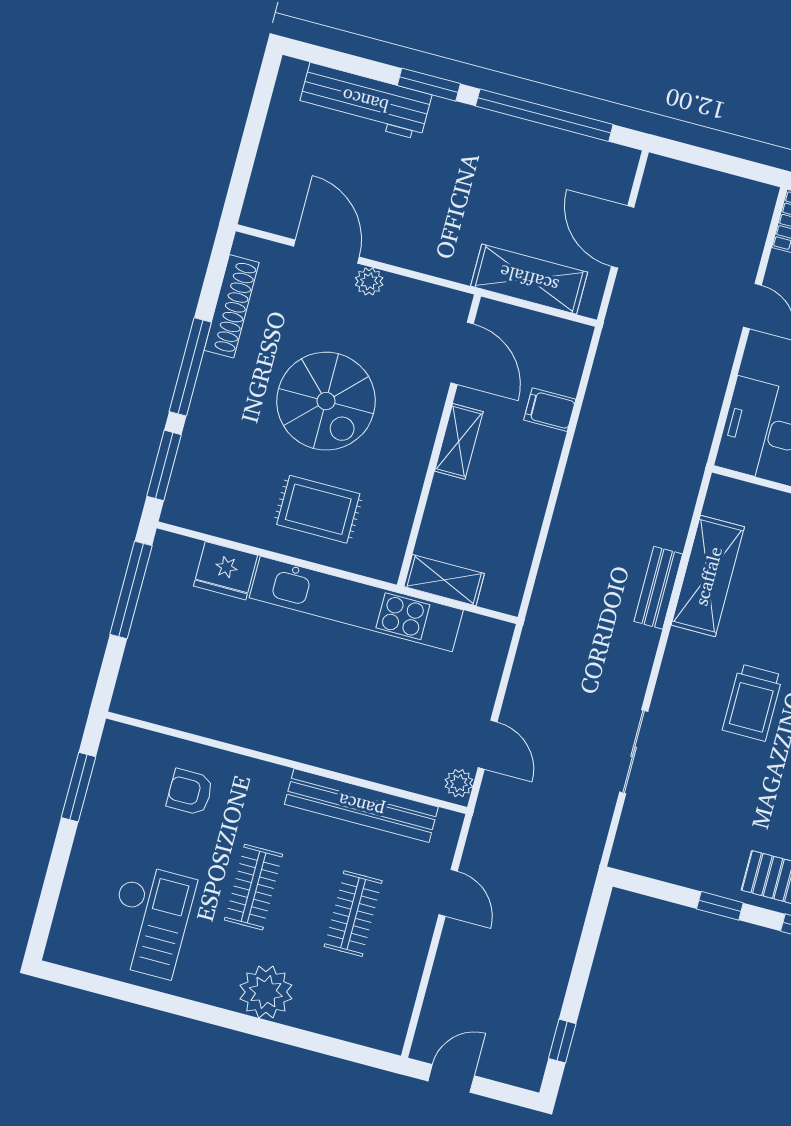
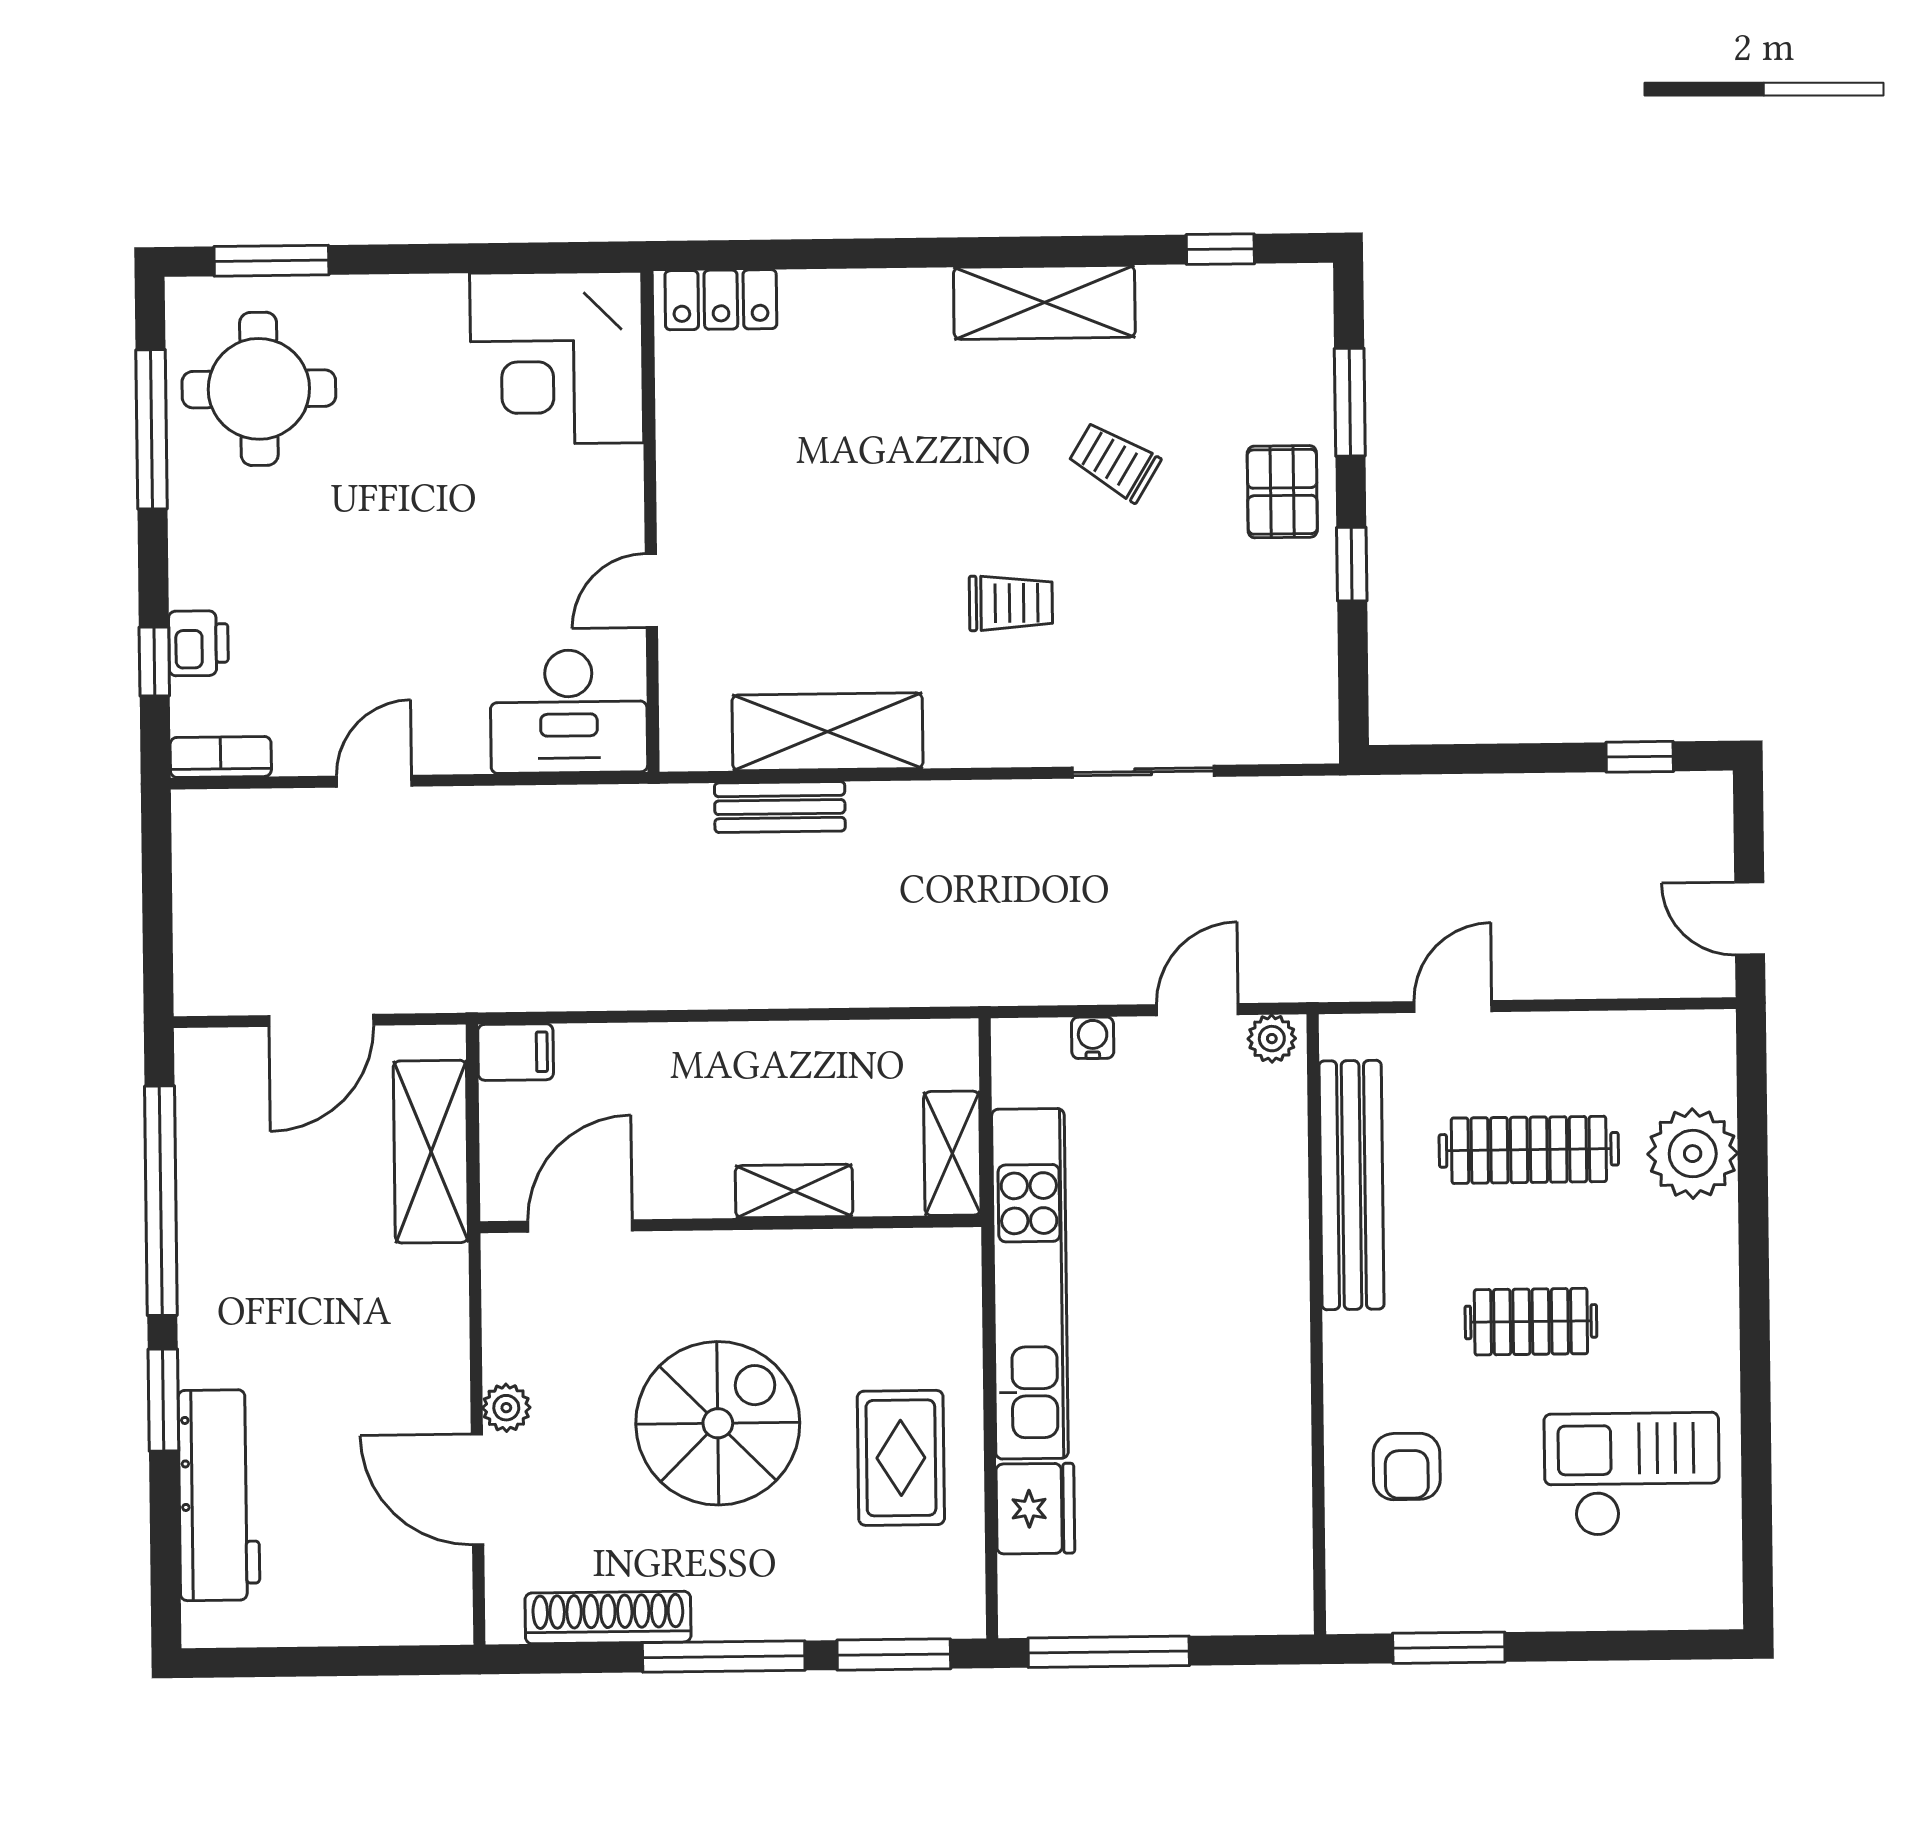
door: (327, 252) -> (477, 1489), hinge flipped
filing cabinet: (550, 410) -> (516, 1052), moved, turned -90
shelving: (459, 441) -> (794, 1191), moved
rug: (318, 509) -> (901, 1458), moved
bench: (658, 588) -> (780, 807), moved
water cooler: (488, 680) -> (1093, 1038), added
trolley: (752, 703) -> (1011, 603), width x0.73, depth x0.72
clothes rail: (353, 914) -> (1529, 1150), width x1.36
plant: (266, 992) -> (1693, 1154), moved

